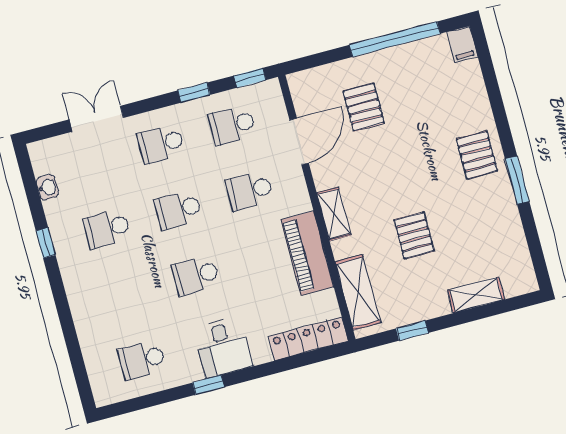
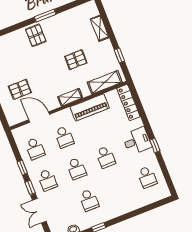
window: (250, 78) -> (30, 188), moved
pallet: (477, 155) -> (36, 35), turned 90

